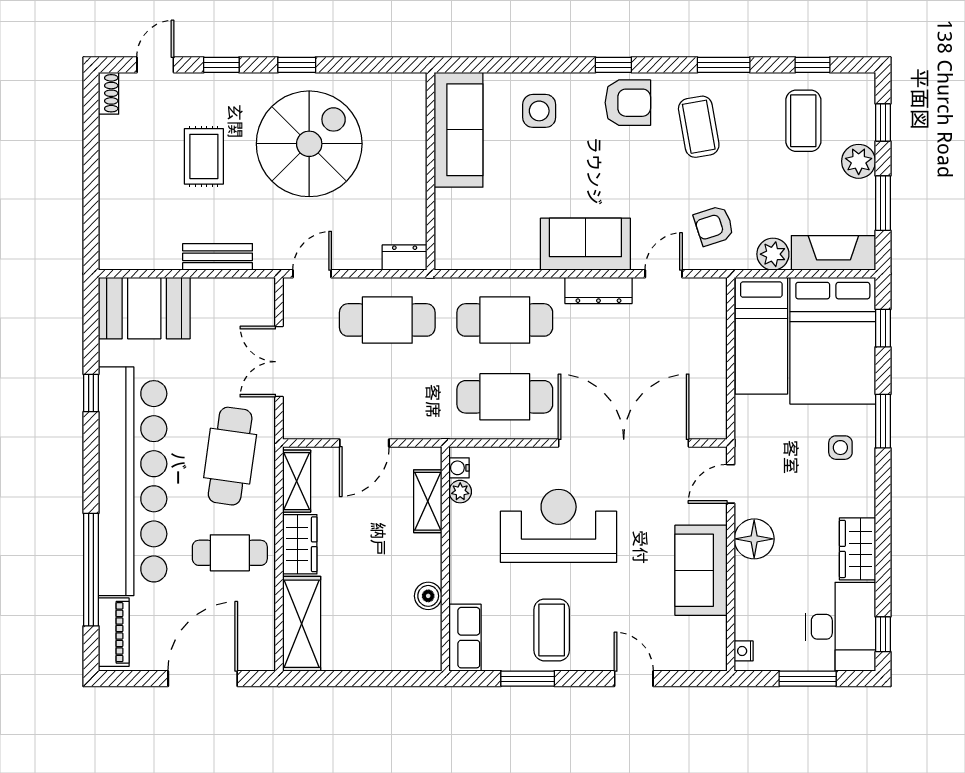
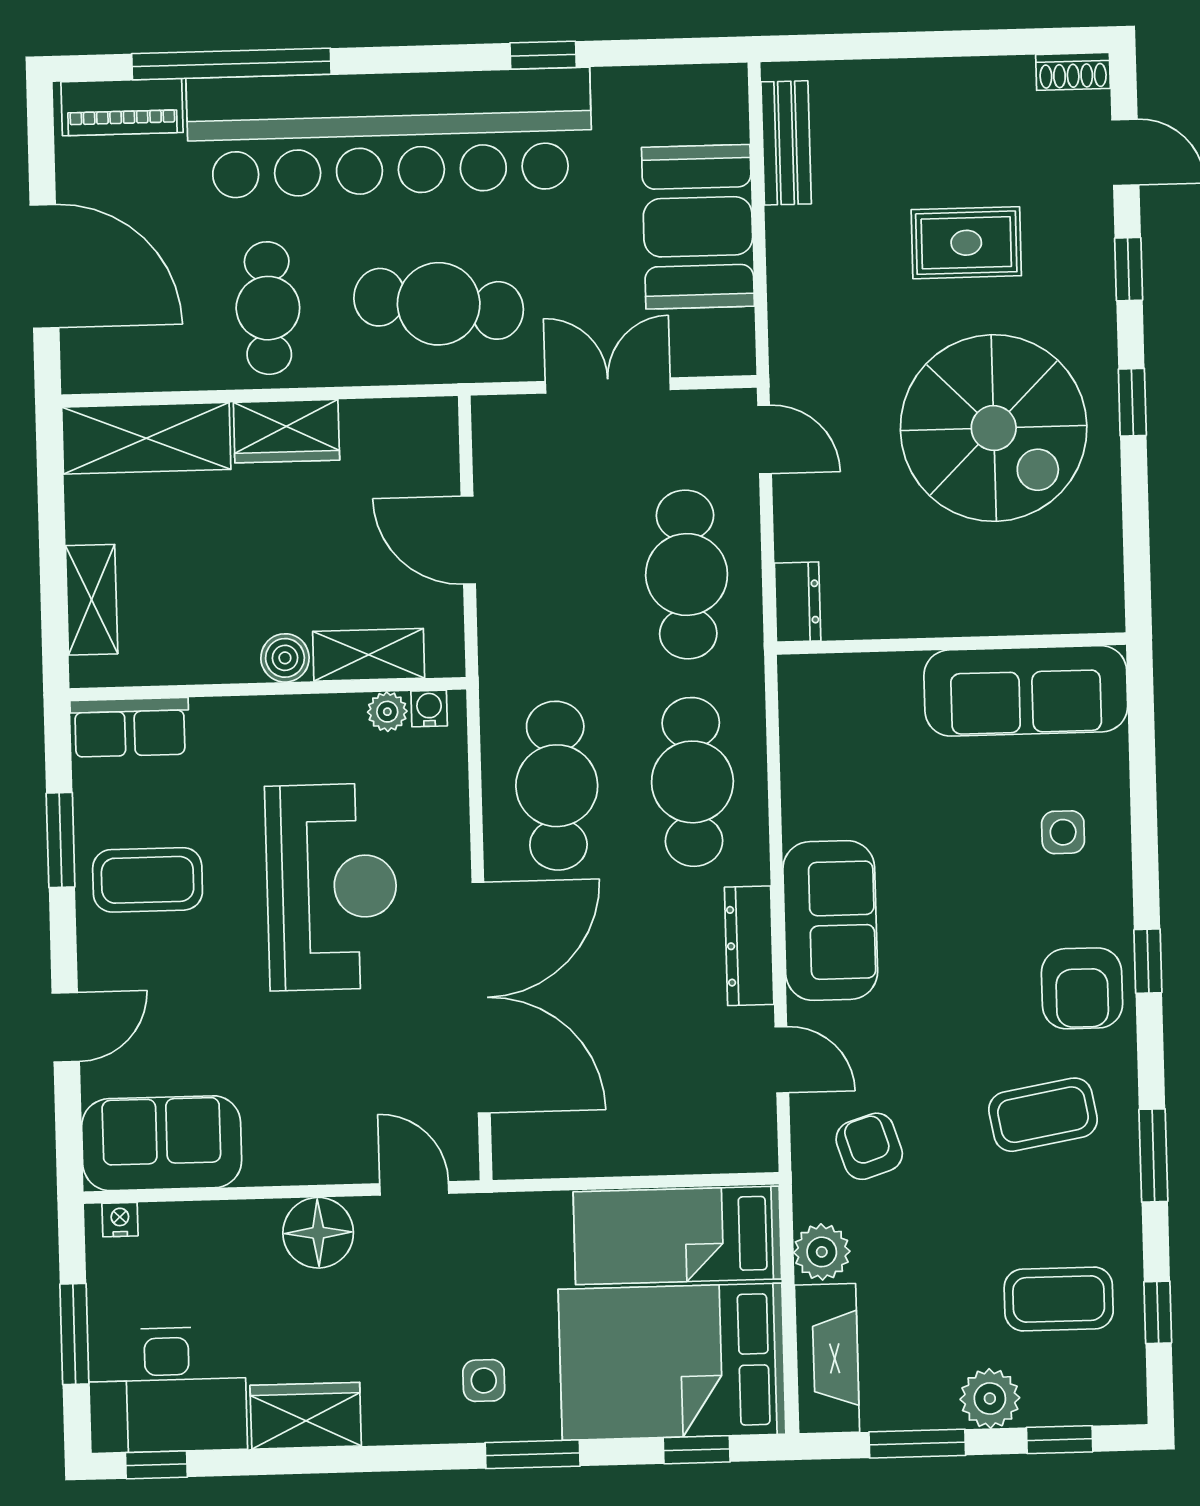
side table: (539, 111) -> (1063, 832), width x0.73, depth x0.73
bench: (218, 257) -> (786, 143), moved
booth: (144, 308) -> (698, 227), moved
shelving: (297, 481) -> (92, 600), moved, turned 90
sofa: (701, 570) -> (162, 1143), moved
boiler: (428, 596) -> (285, 658), moved

